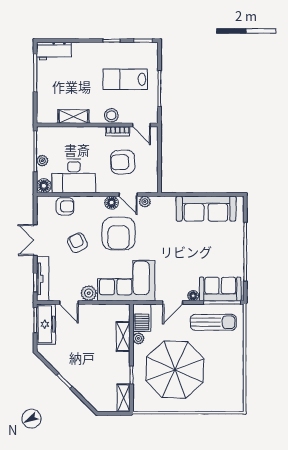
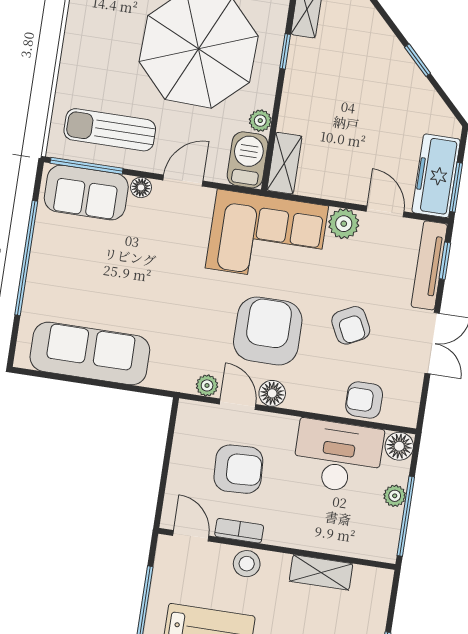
shelving: (123, 336) -> (284, 163), moved

